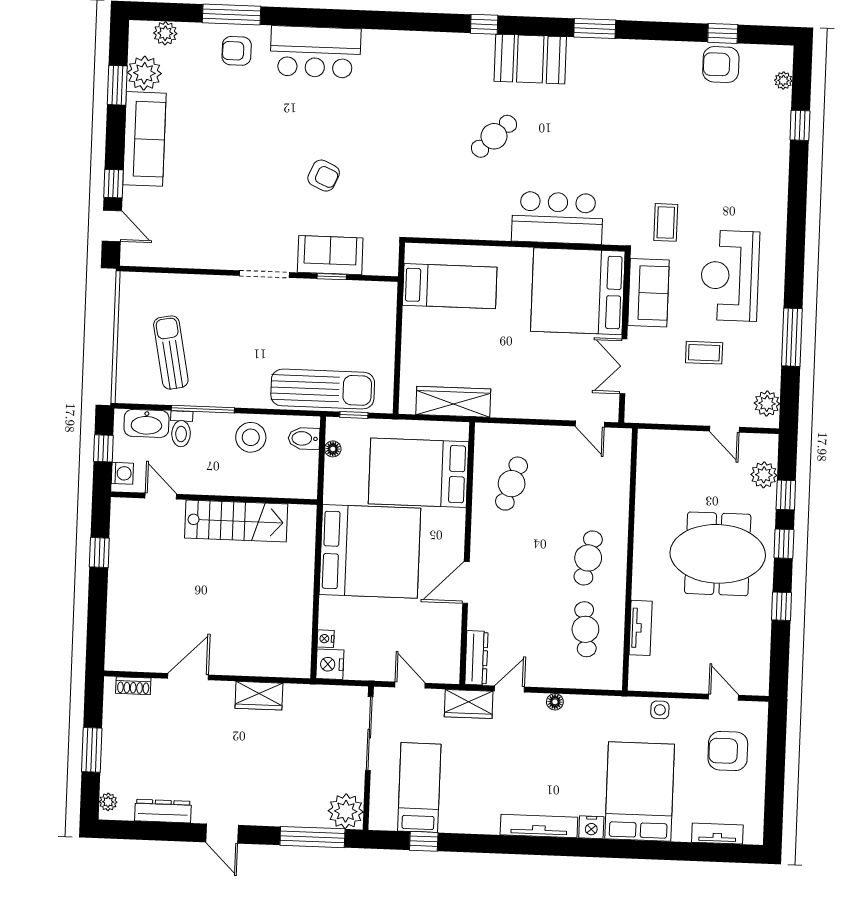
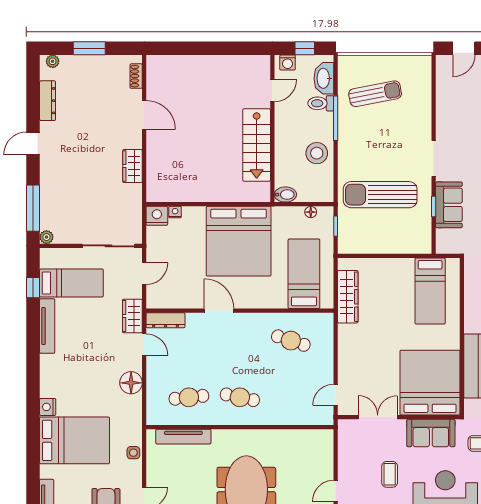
sun lounger: (323, 389) -> (380, 195), moved, turned 90
bidet: (304, 438) -> (285, 195), moved, turned 90
bed: (418, 473) -> (304, 274), width x0.67
window: (99, 552) -> (230, 48), removed
tv unit: (641, 628) -> (183, 437), width x1.41
floor lamp: (555, 702) -> (131, 383), width x1.89, depth x1.89
plant: (346, 811) -> (46, 237), width x0.53, depth x0.53
tv unit: (539, 826) -> (47, 326), moved

